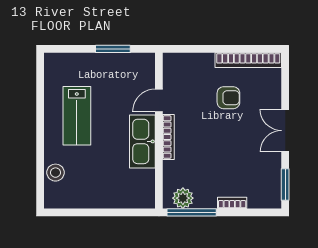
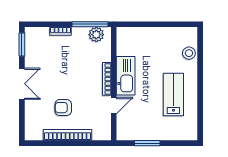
bookcase: (248, 60) -> (68, 135), moved

